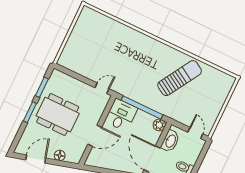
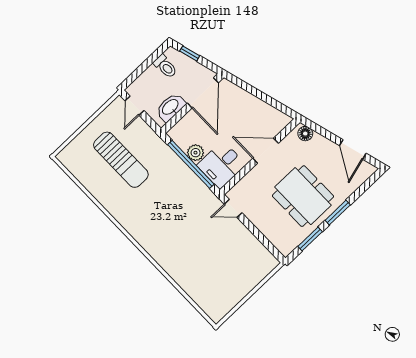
sun lounger: (180, 78) -> (121, 160), moved, turned -121
plant: (159, 125) -> (196, 153), moved
floor lamp: (60, 155) -> (305, 134), moved
door: (36, 159) -> (353, 149), hinge flipped

